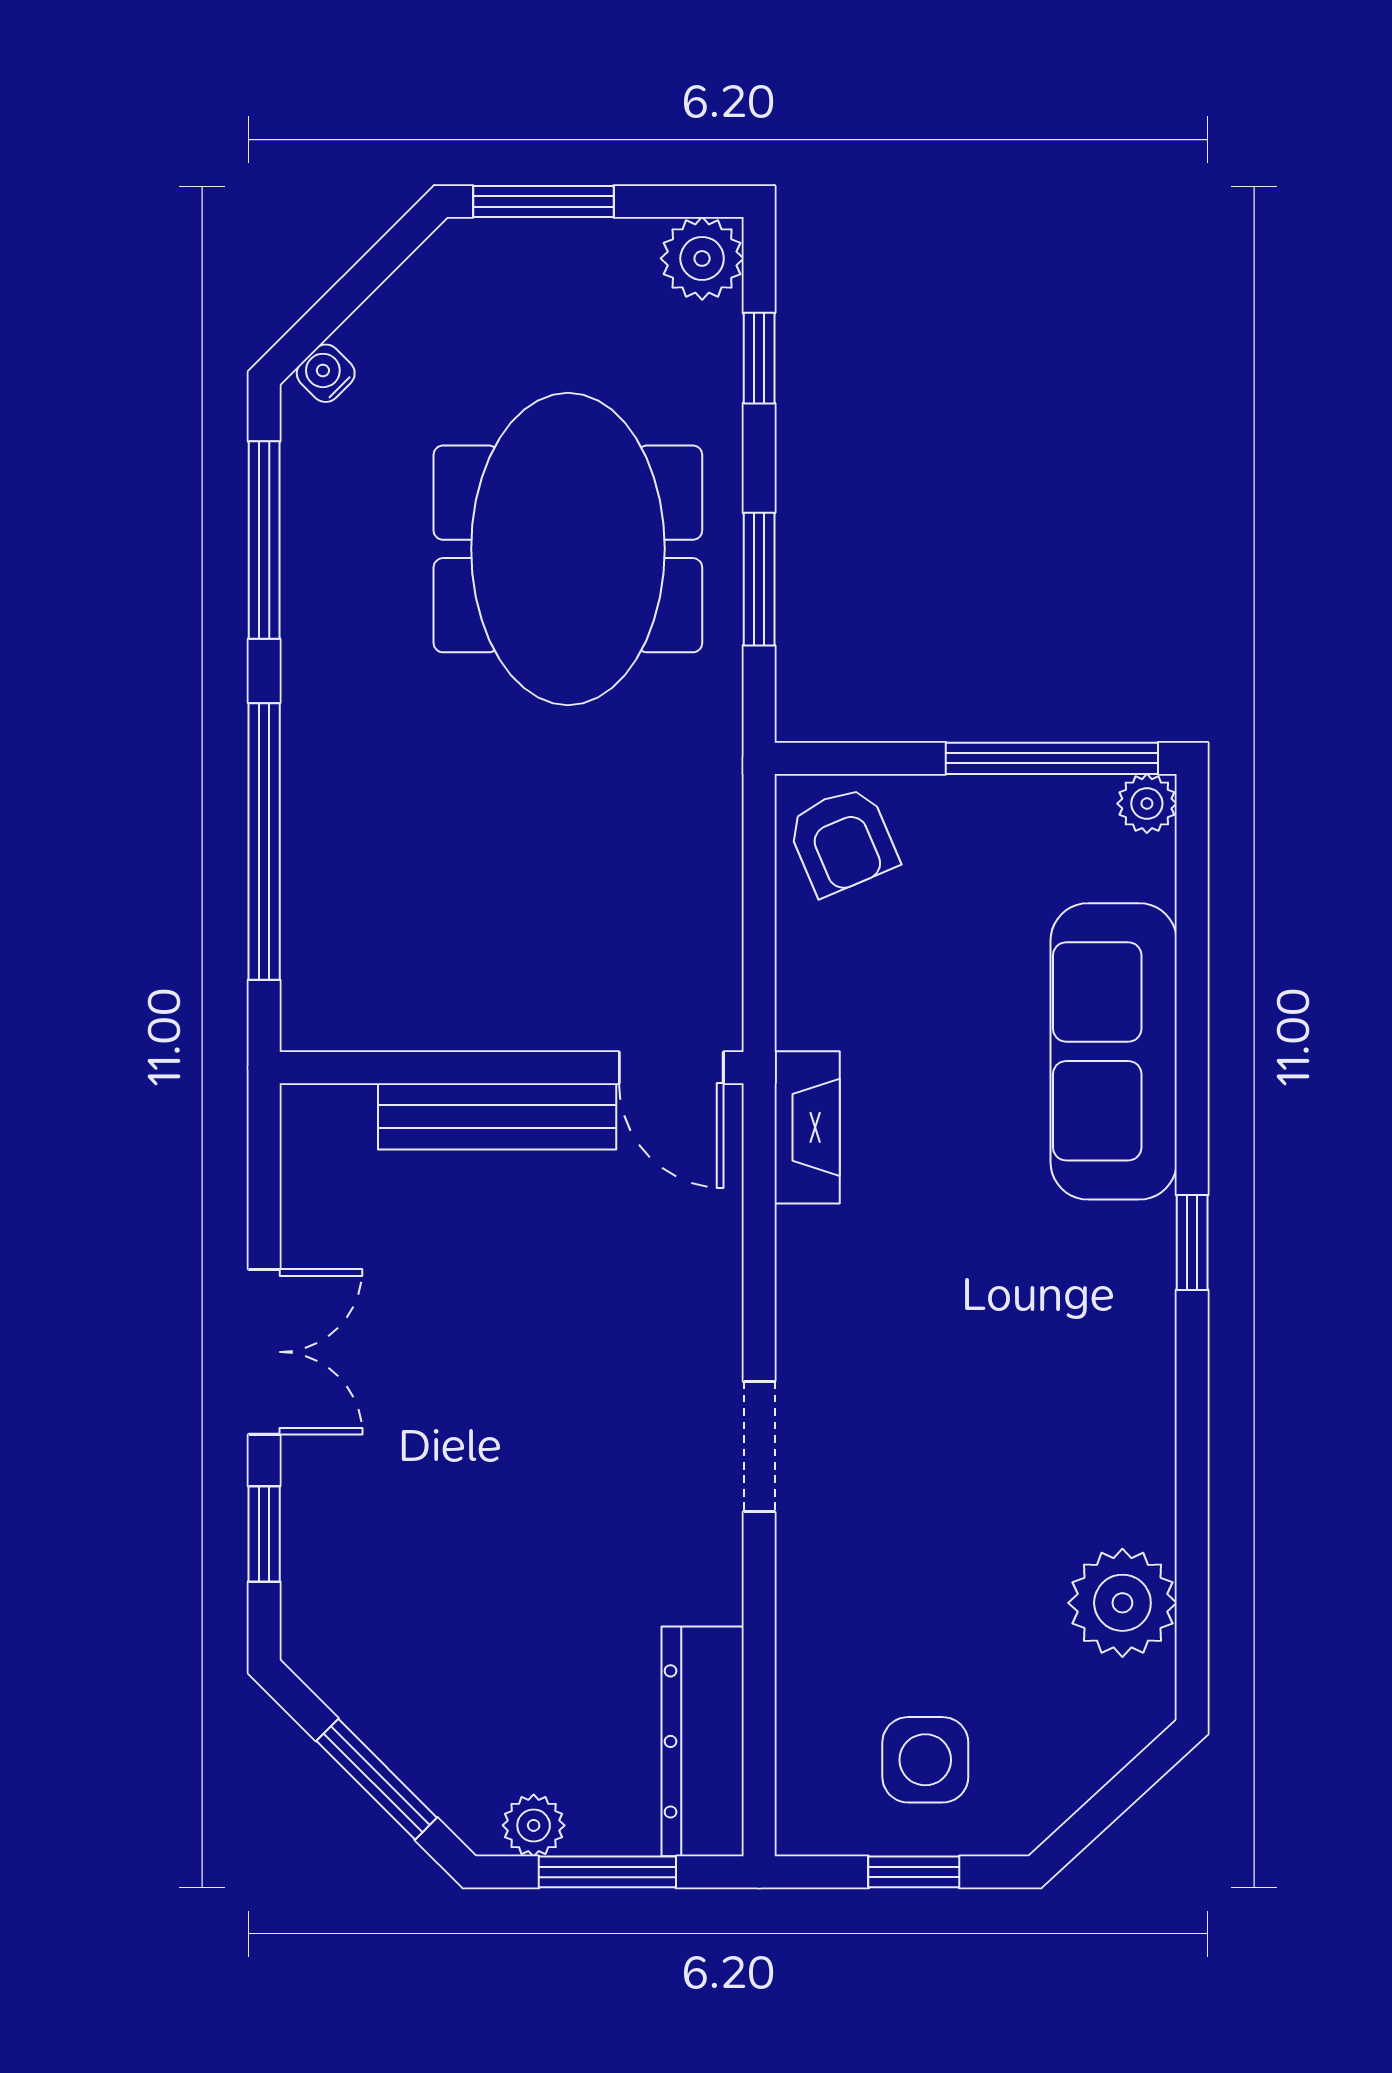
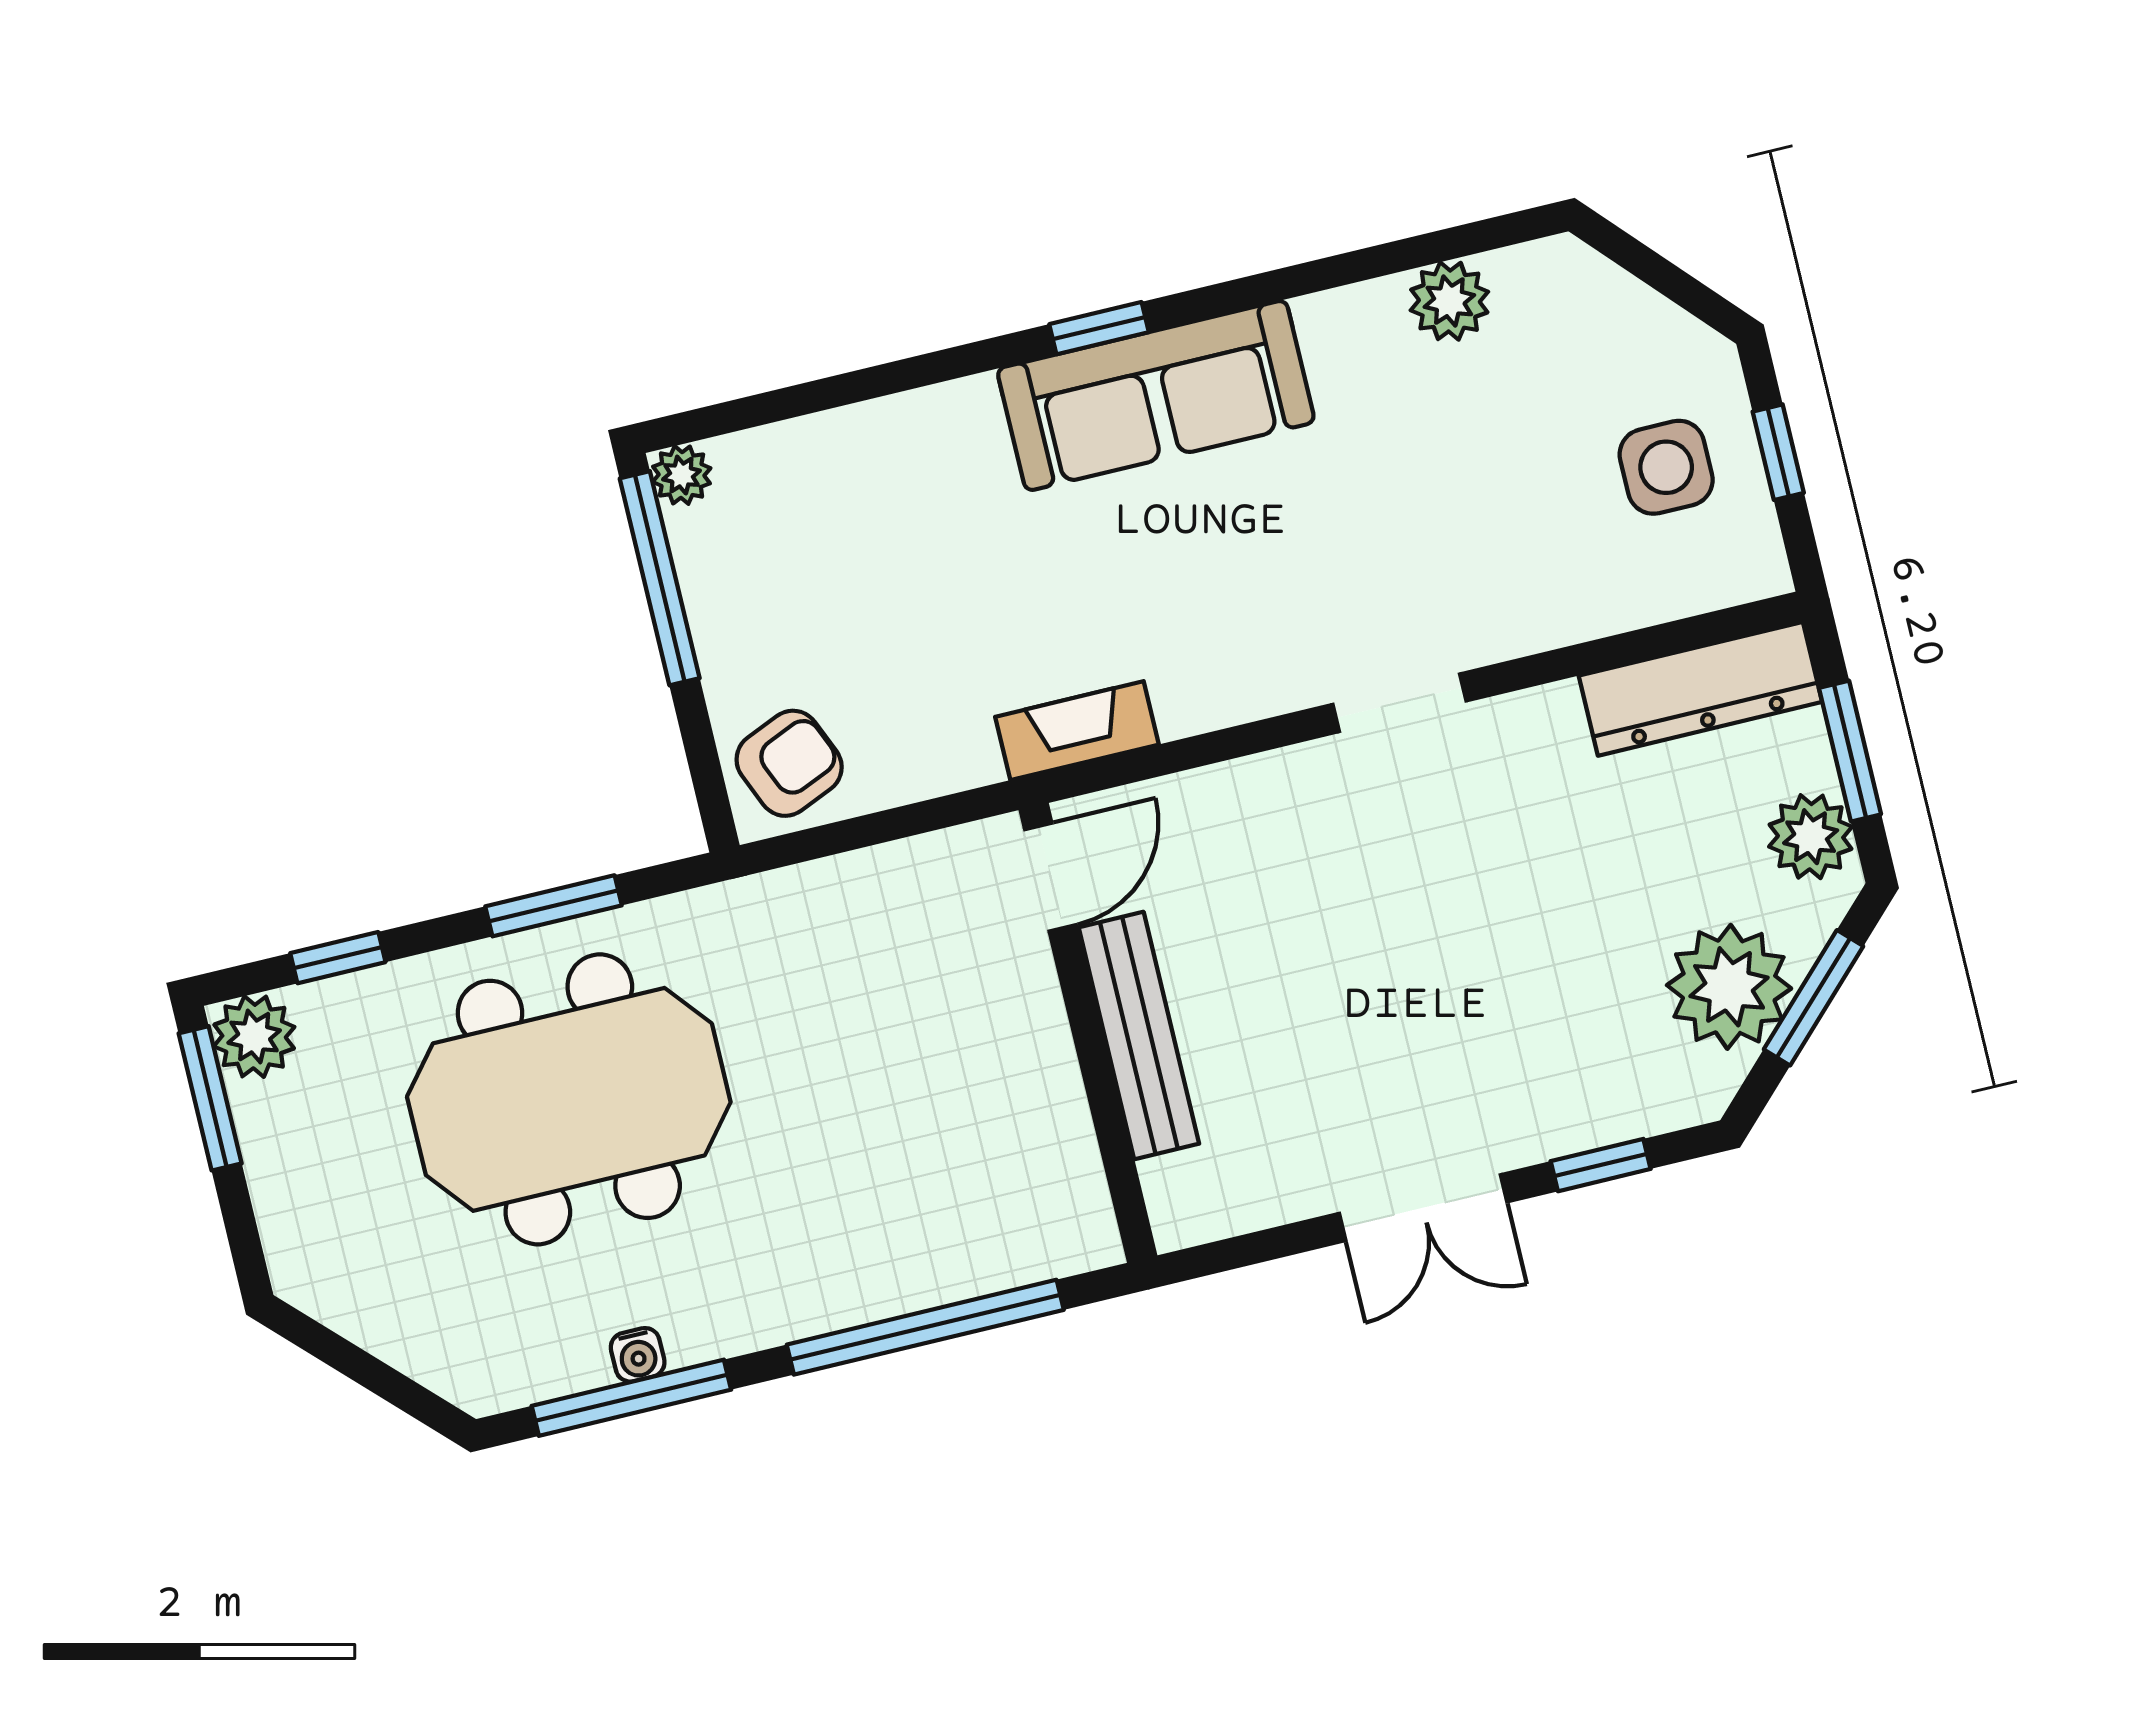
window: (543, 201) -> (210, 1098), moved
water cooler: (326, 373) -> (638, 1355), moved, turned -45
sofa: (1114, 1051) -> (1156, 395), moved
double door: (264, 1352) -> (1423, 1208), swing flipped
plant: (1122, 1603) -> (1449, 301), width x0.73, depth x0.73
plant: (407, 1700) -> (1729, 987), added
plant: (534, 1825) -> (1811, 837), width x1.38, depth x1.38

